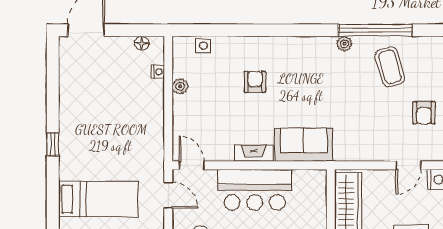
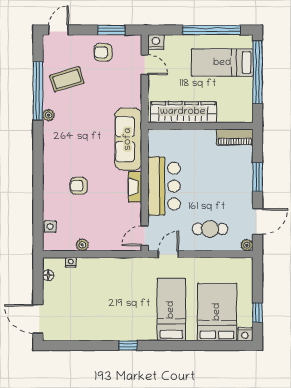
armchair: (424, 113) -> (103, 52), turned 180
sofa: (304, 145) -> (128, 139), width x1.36

